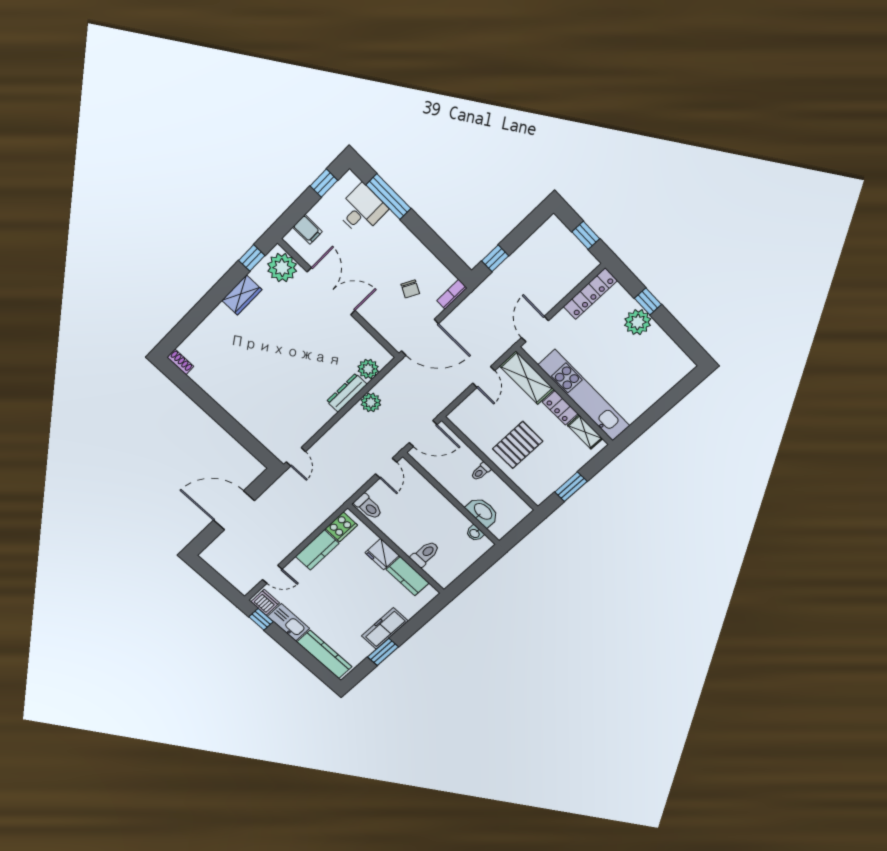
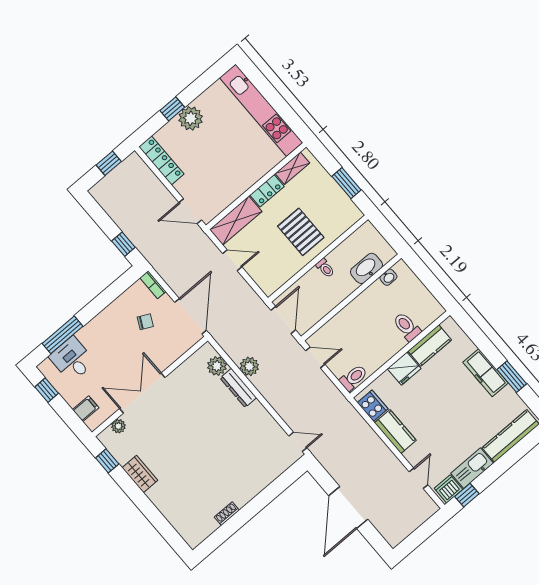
plant: (282, 268) -> (118, 426), width x0.53, depth x0.53
shoe rack: (180, 362) -> (227, 514), moved
kitchen unit: (584, 396) -> (261, 110), moved, turned -90

